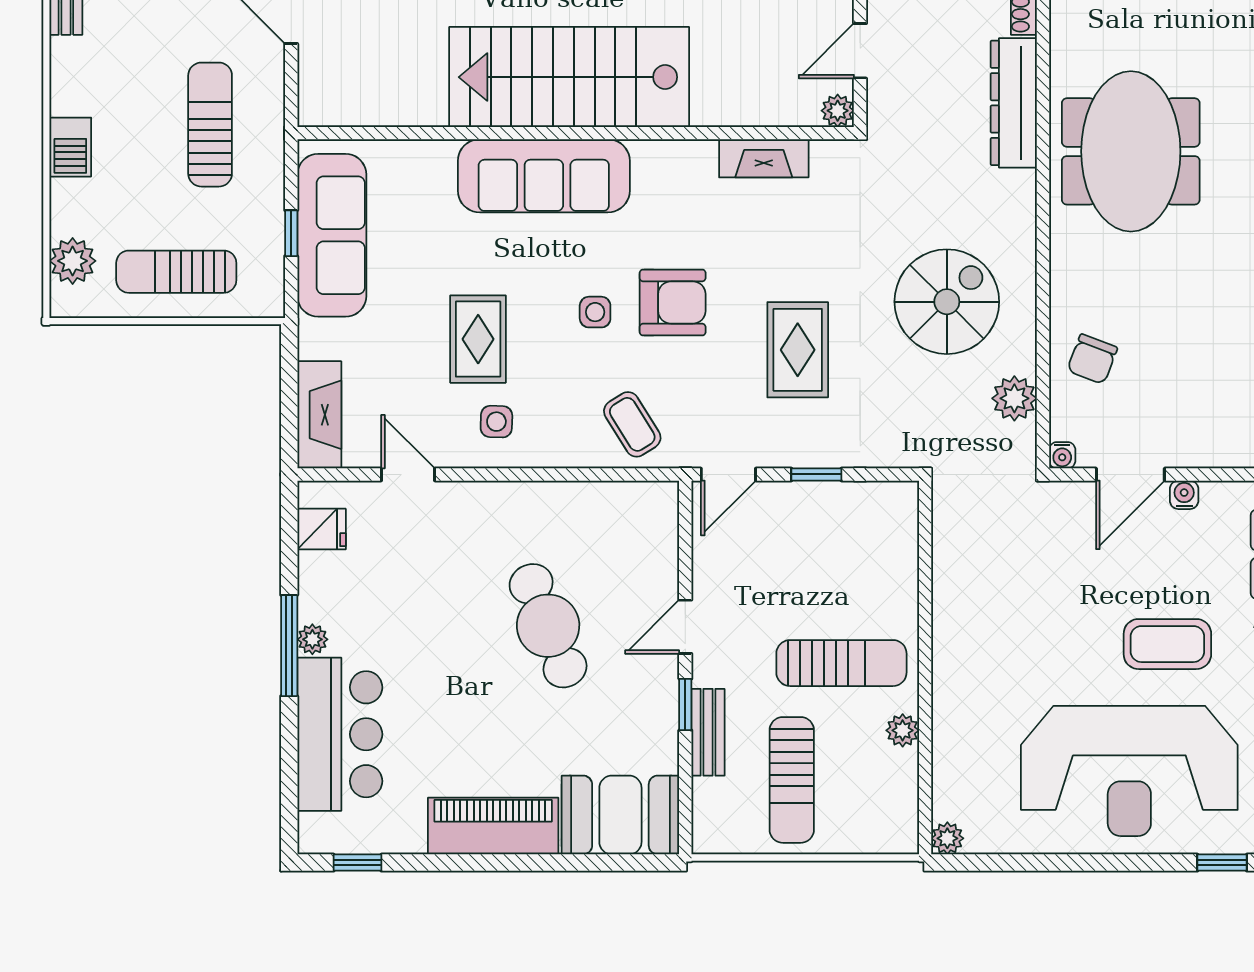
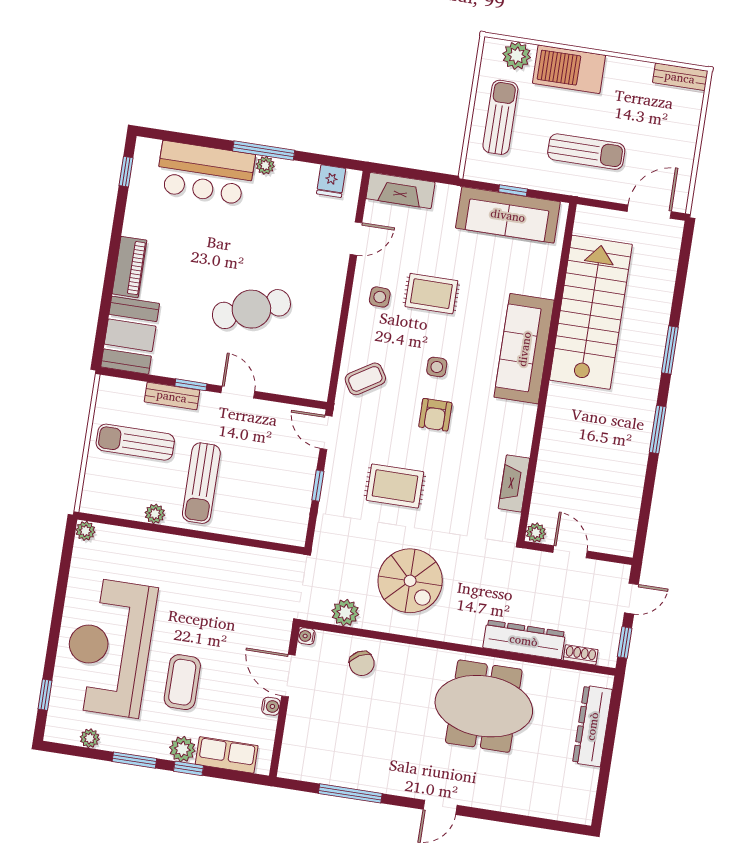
stairs: (569, 77) -> (591, 312), moved
barbecue: (70, 147) -> (569, 69), width x1.88, depth x1.53
armchair: (673, 303) -> (435, 415), width x0.72, depth x0.72
chair: (1092, 359) -> (362, 663), turned -140
piano: (493, 826) -> (129, 267), width x0.73, depth x0.75

